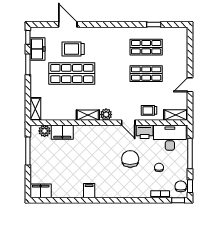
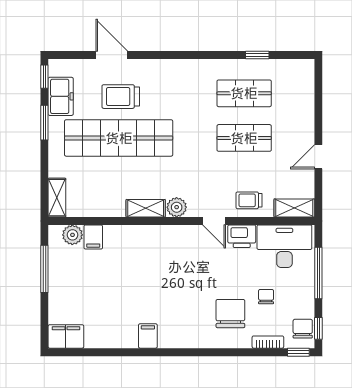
shop shelf: (72, 74) -> (119, 138), width x1.40
filing cabinet: (62, 132) -> (93, 237), width x0.50
chair: (130, 159) -> (230, 314), moved

